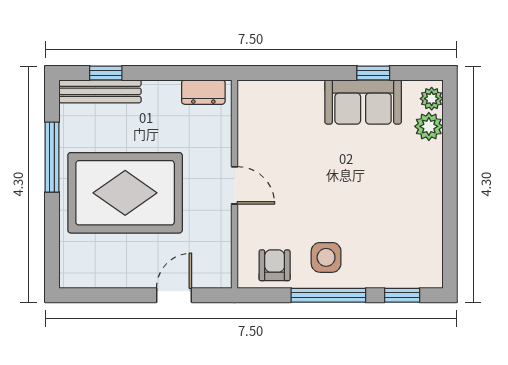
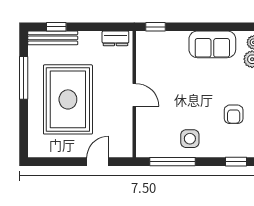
window: (373, 73) -> (156, 27), moved
rug: (125, 193) -> (68, 99), turned 90
armchair: (275, 265) -> (234, 114), moved, turned 180
window: (328, 295) -> (173, 162), moved

